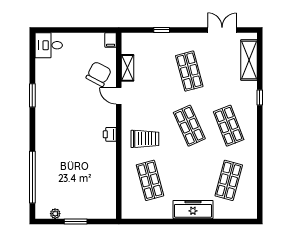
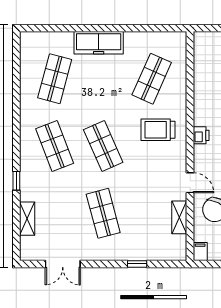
shelving: (249, 60) -> (27, 219), width x0.67, depth x0.75
shop shelf: (150, 180) -> (152, 79), turned 39

